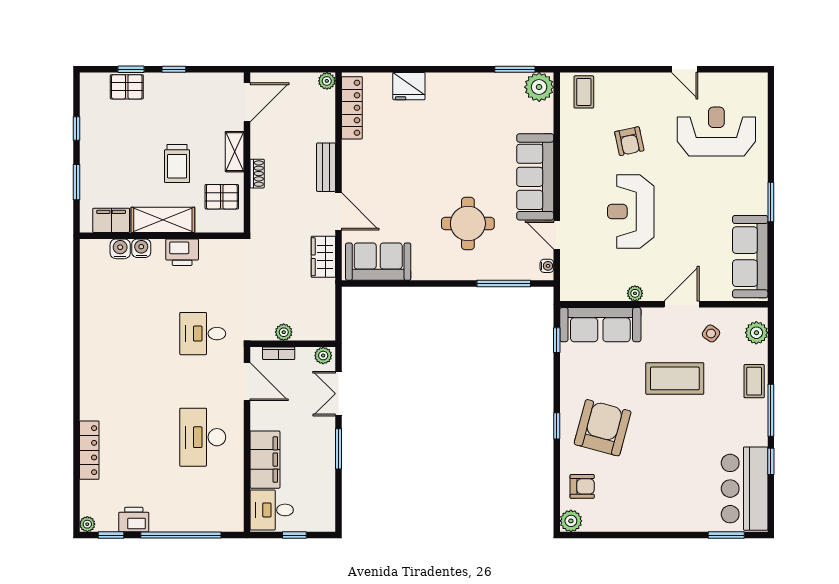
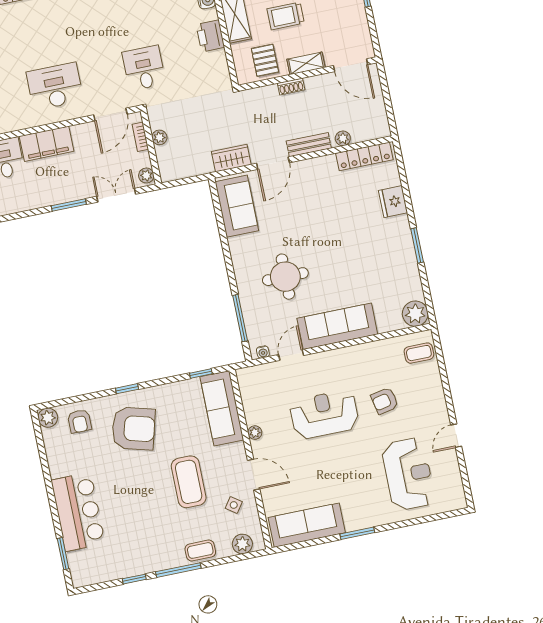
window: (515, 69) -> (417, 245), moved
plant: (327, 81) -> (343, 138), moved
bar counter: (745, 489) -> (78, 512), moved, turned 90

